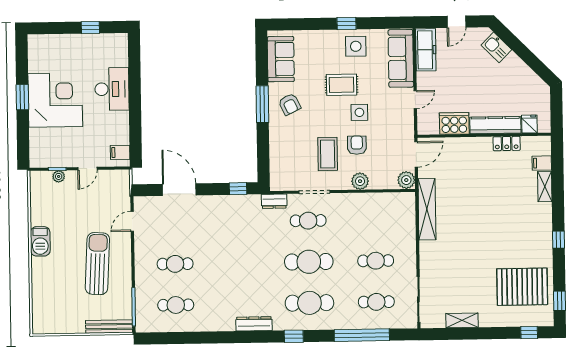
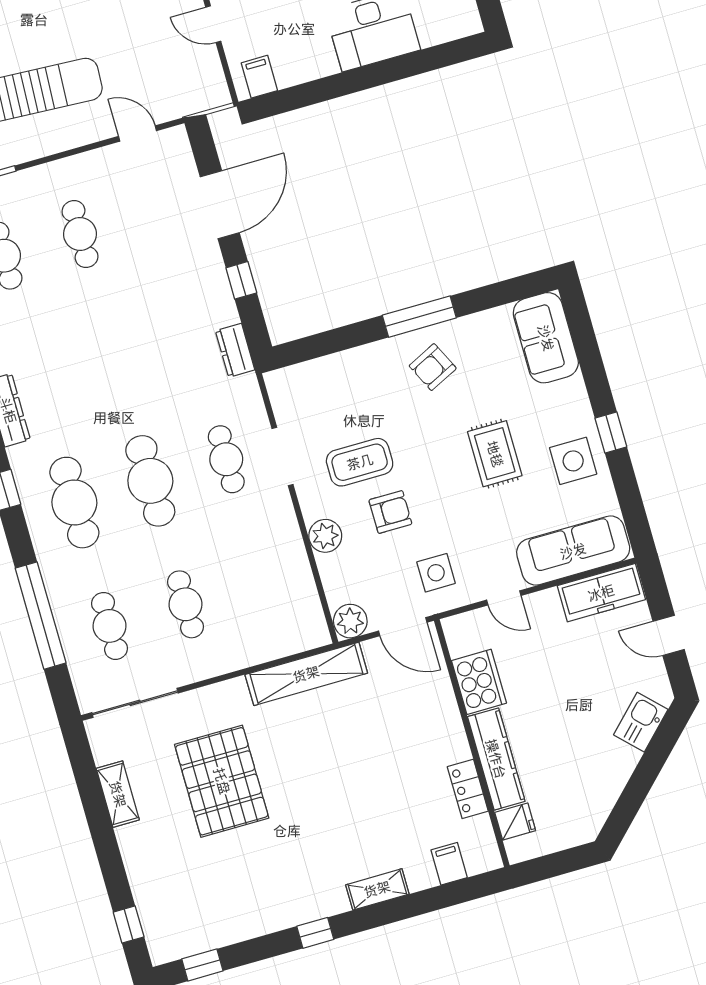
sofa: (281, 59) -> (546, 338), moved, turned 90
side table: (359, 112) -> (436, 573), moved
shelving: (545, 187) -> (377, 889), moved
window: (238, 189) -> (241, 280), moved
dresser: (274, 201) -> (235, 350), moved
pallet: (522, 287) -> (222, 781), moved

